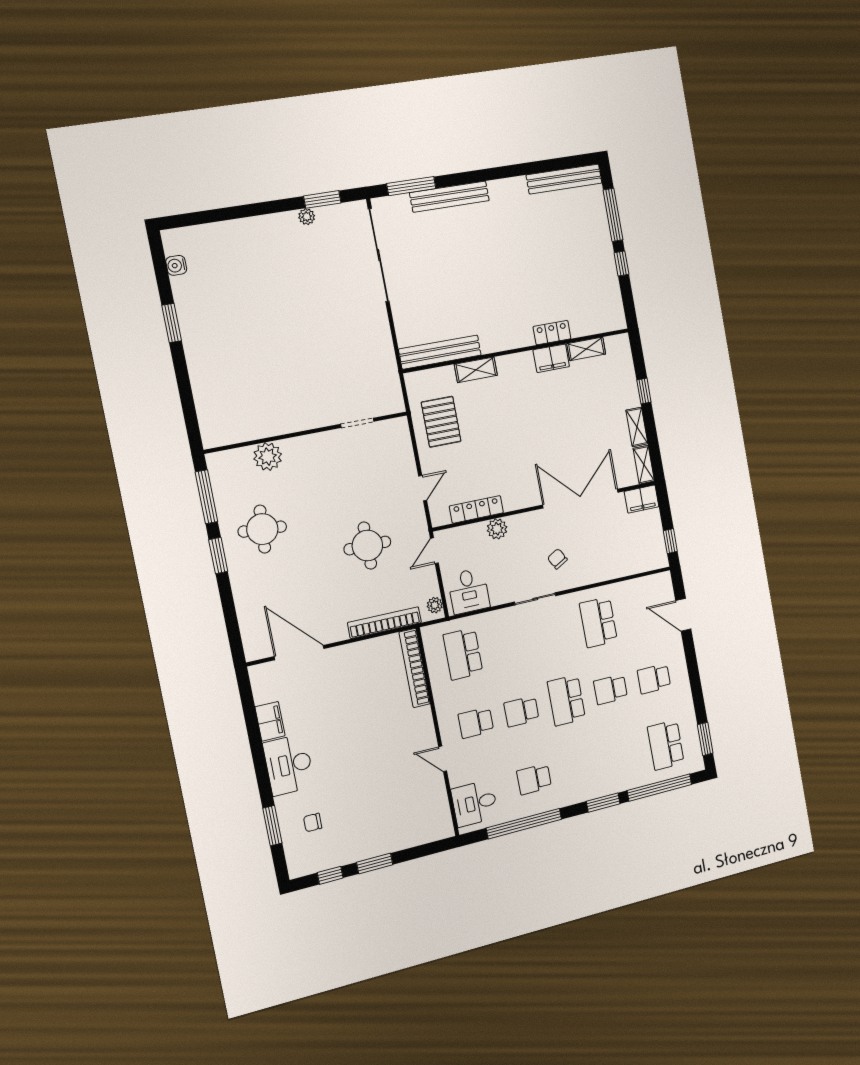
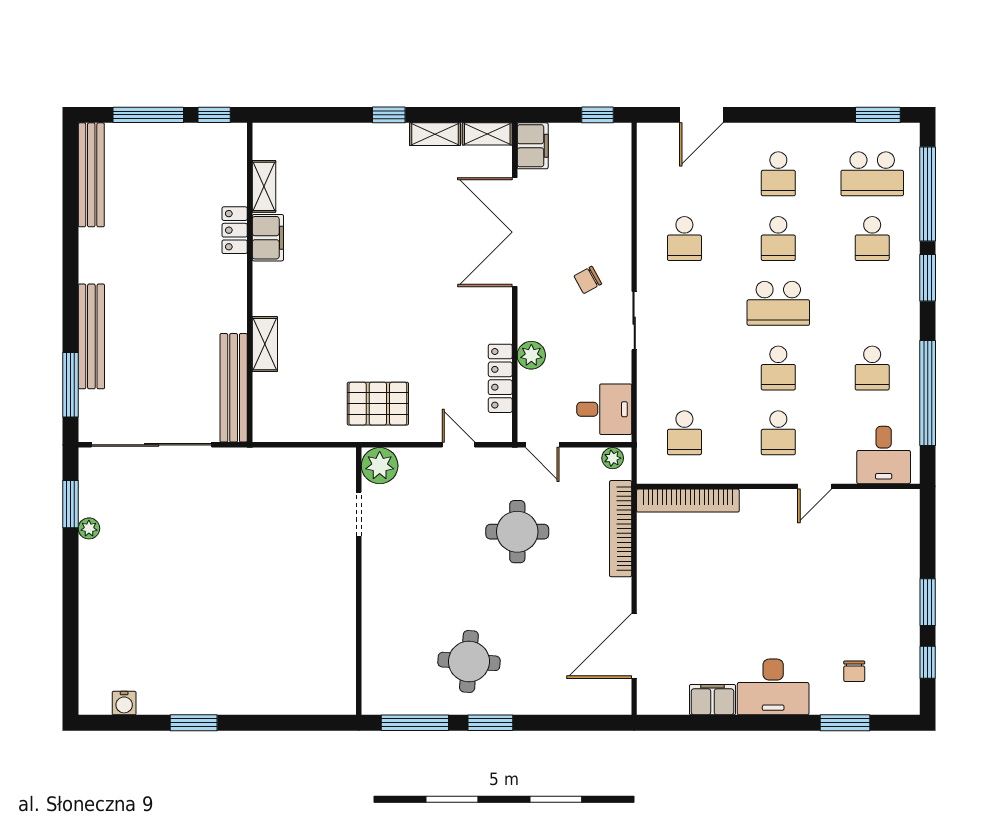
locker: (552, 333) -> (235, 230), moved
shelving: (586, 349) -> (264, 186), moved
wall: (517, 351) -> (250, 282), moved
bench: (440, 352) -> (234, 388), moved
filing cabinet: (551, 358) -> (268, 238), moved
shelving: (476, 370) -> (265, 344), moved
plant: (268, 457) -> (380, 466), moved
school desk: (598, 622) -> (684, 239), width x0.54
school desk: (463, 654) -> (684, 433), width x0.54
school desk: (623, 756) -> (872, 239), added

